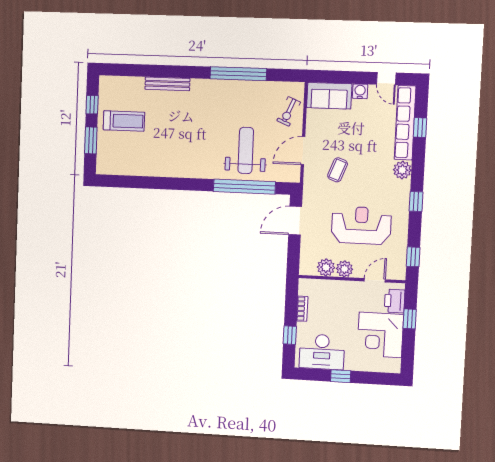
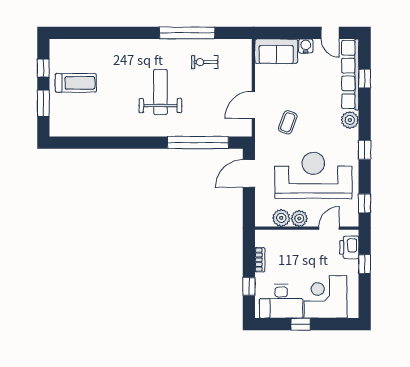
bench: (167, 84) -> (118, 45), removed
exercise bike: (289, 111) -> (205, 62), moved, turned 67
weight bench: (246, 150) -> (160, 92), moved
reception desk: (361, 225) -> (313, 175), width x1.36, depth x1.30
corner desk: (380, 335) -> (325, 297), moved, turned 90

